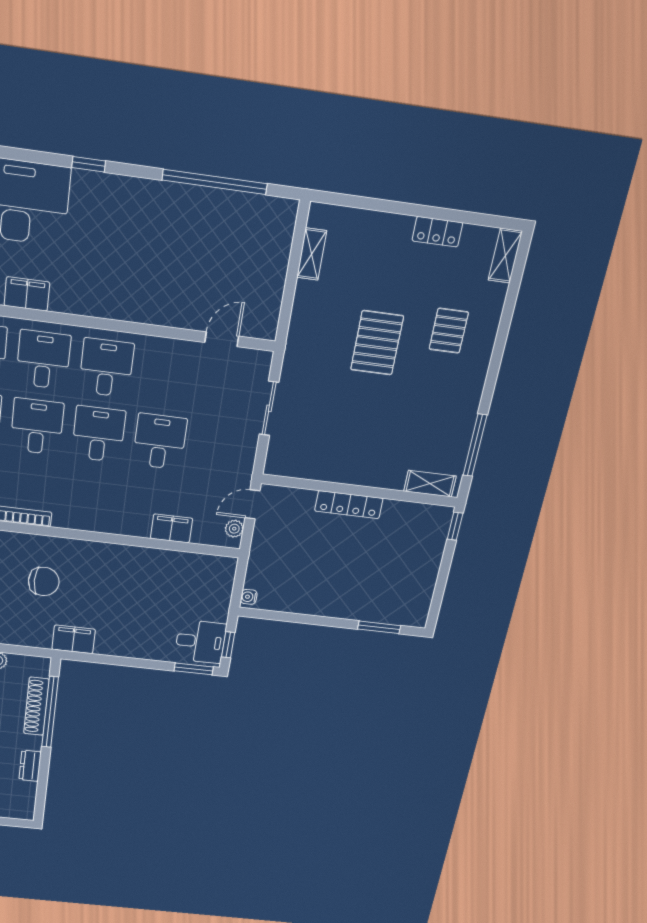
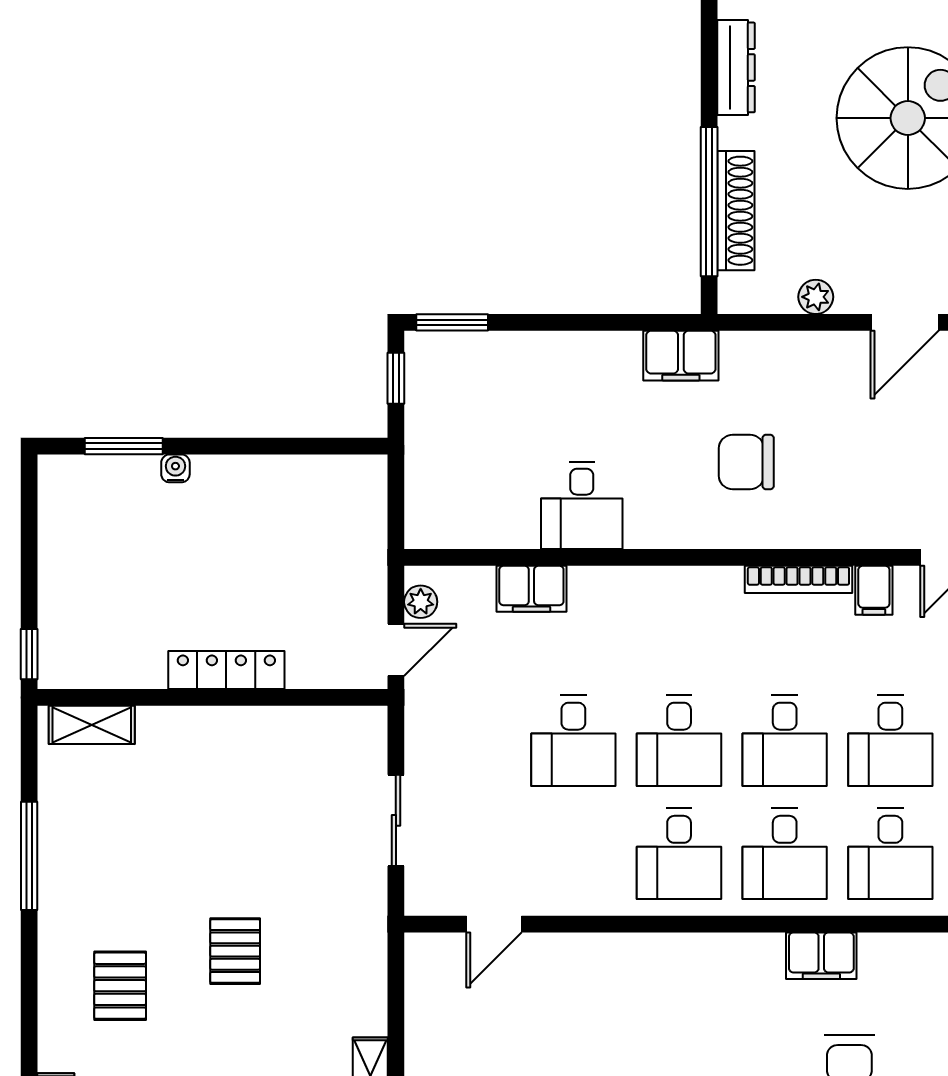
pallet: (377, 343) -> (235, 951), width x0.67, depth x0.71
window: (475, 445) -> (29, 856), moved
water cooler: (249, 597) -> (175, 468), moved, turned -90
desk: (200, 642) -> (582, 505), moved, turned -90
dresser: (30, 766) -> (736, 67), width x1.44

